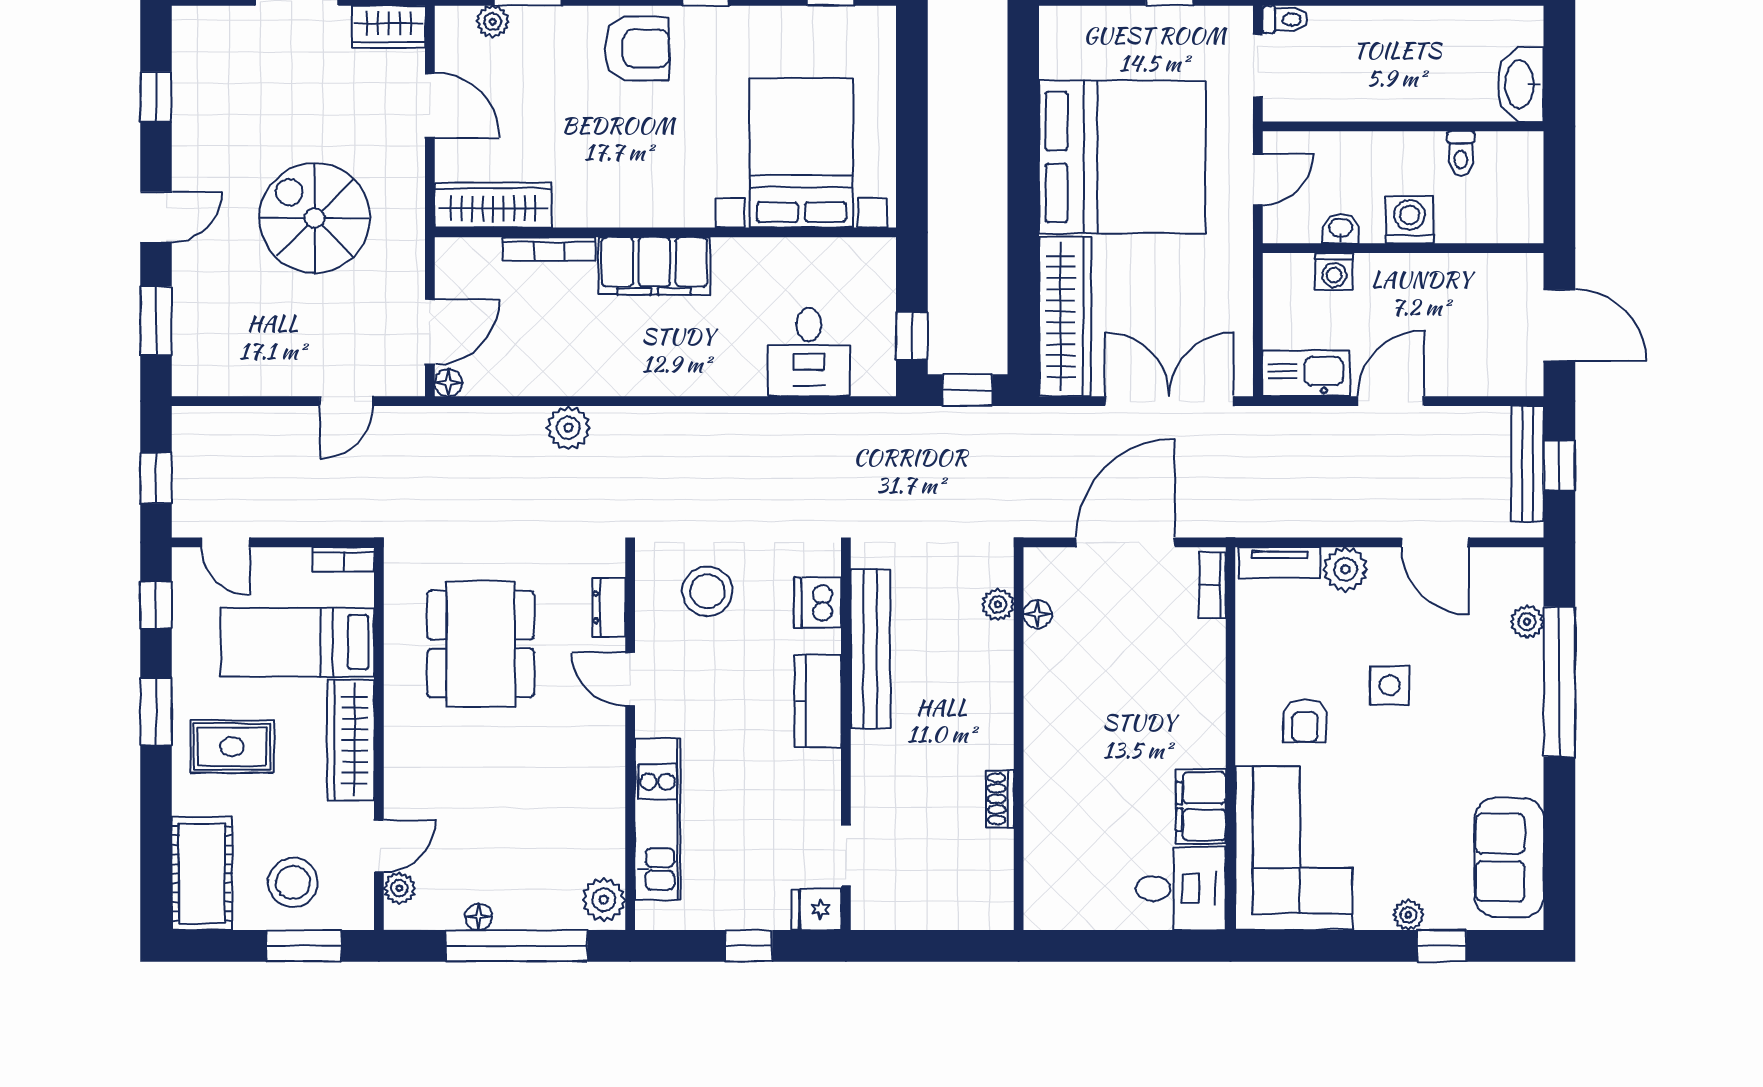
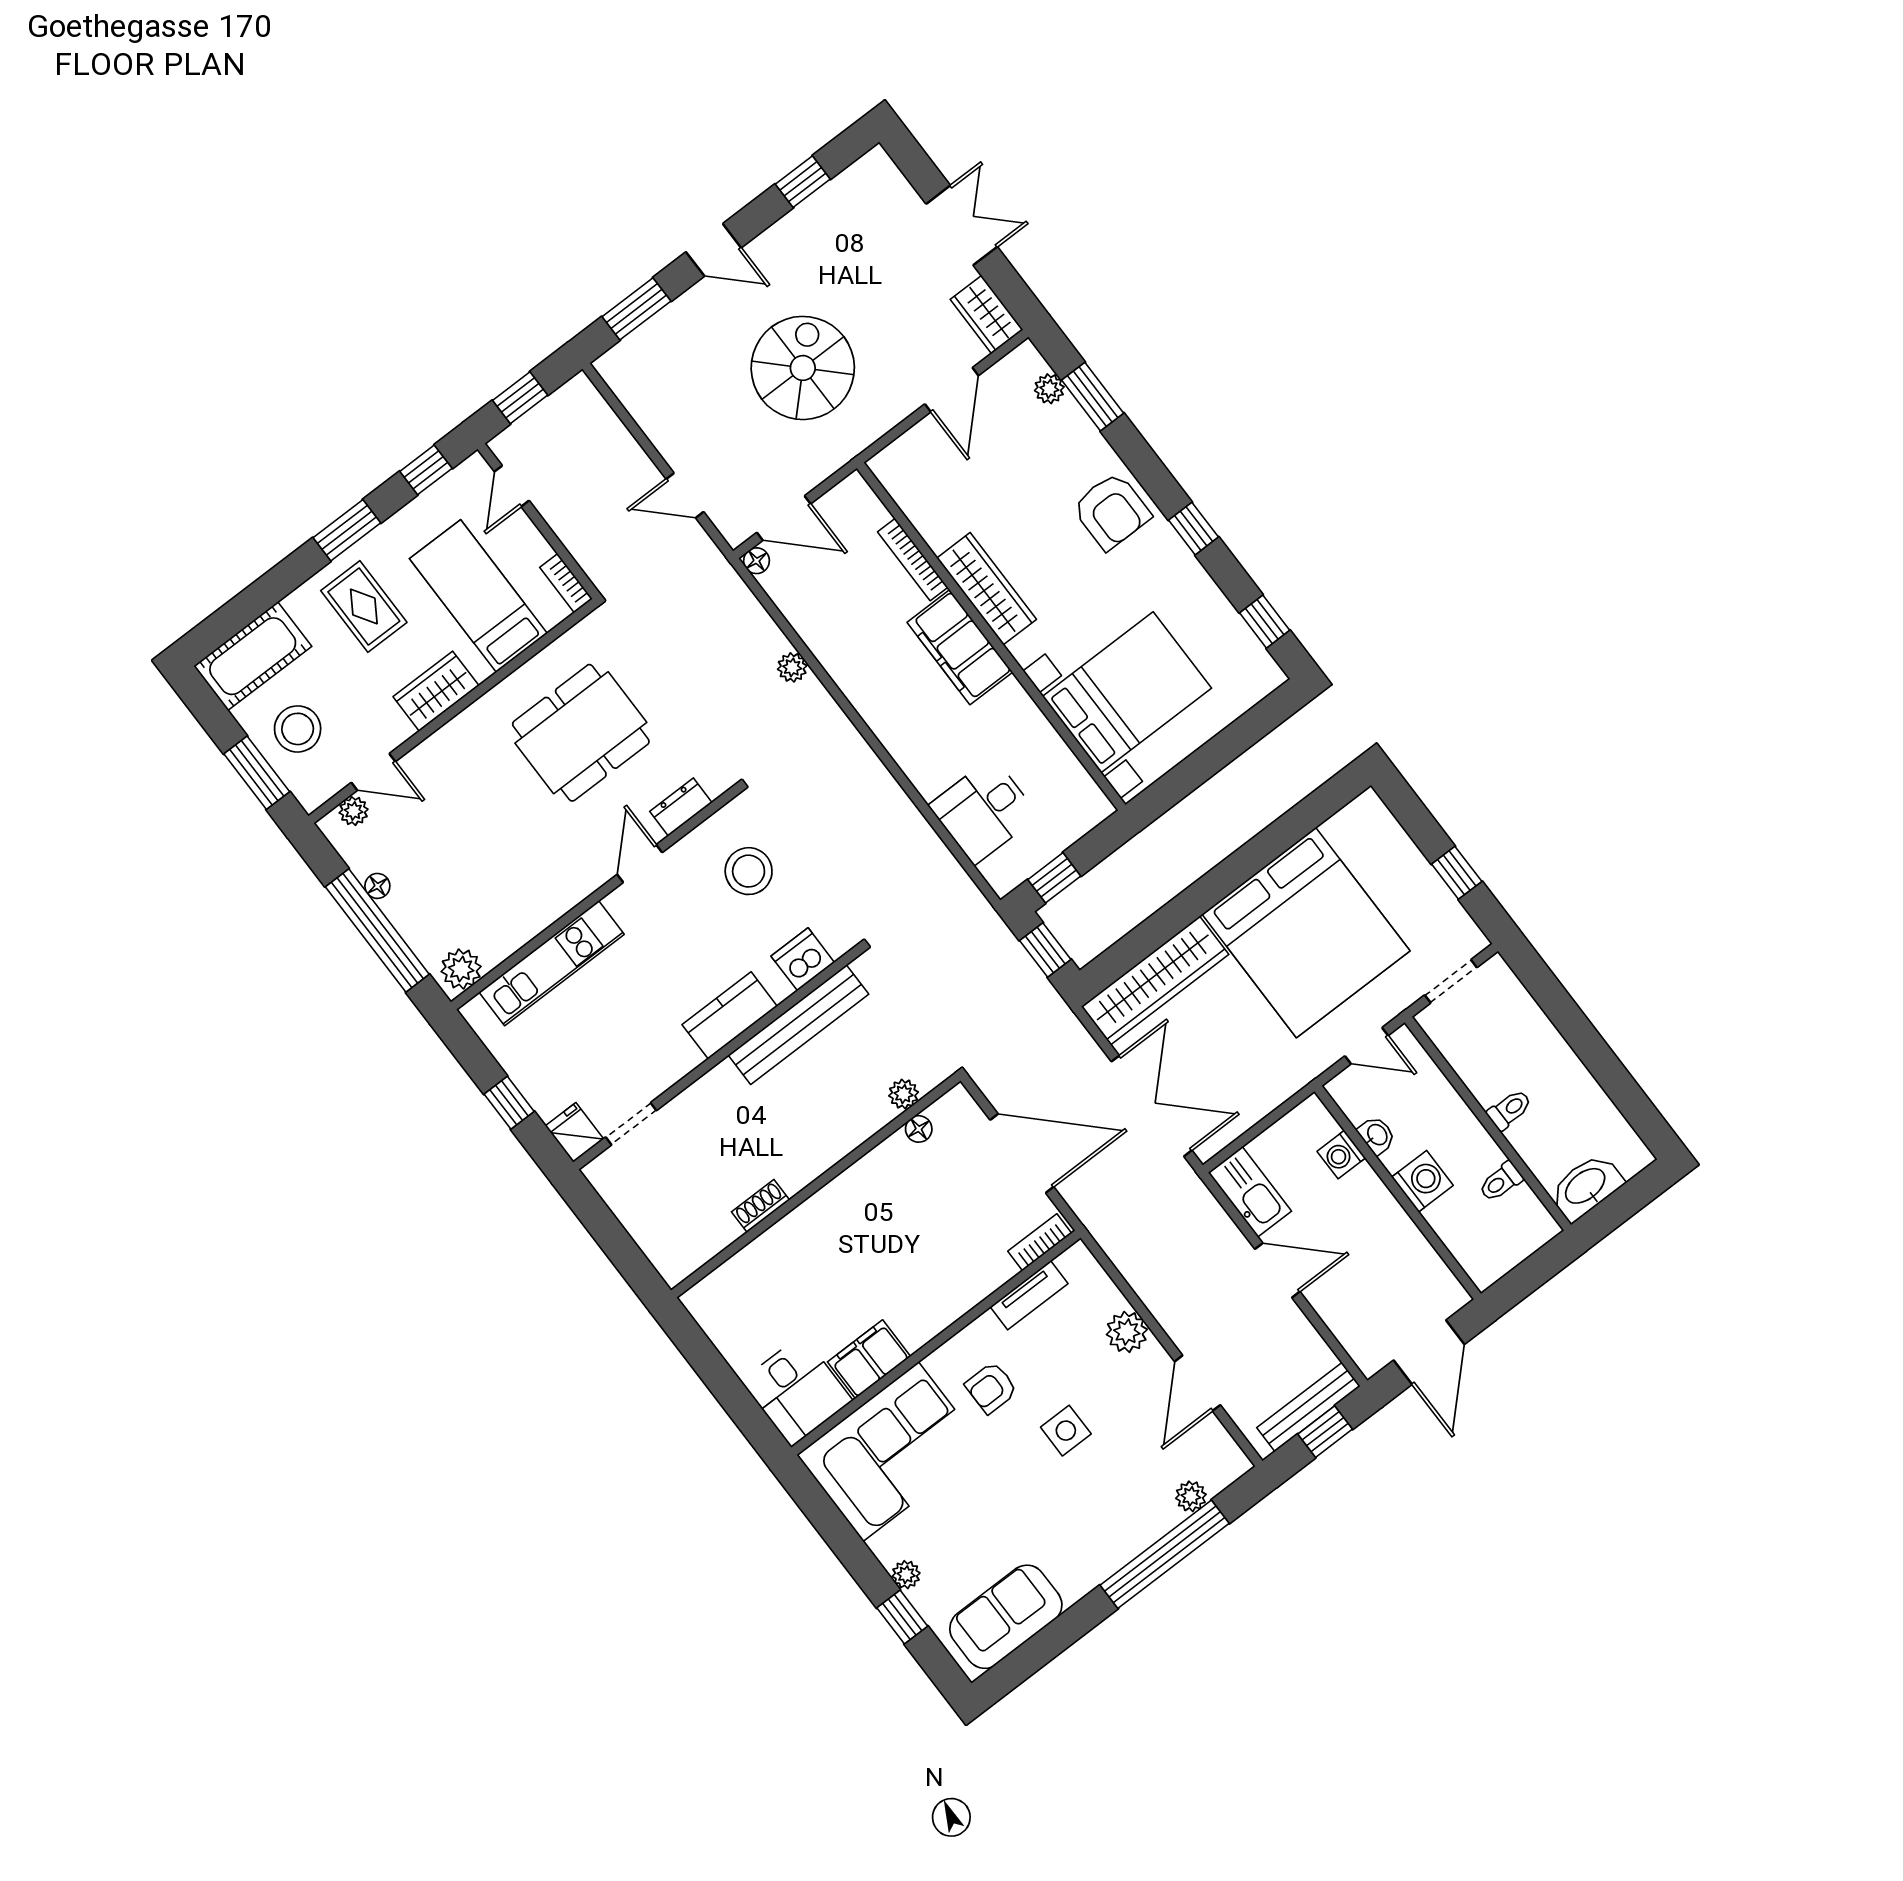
toilet: (1285, 20) -> (1509, 1110), moved, turned -90
wardrobe: (493, 205) -> (987, 589), moved
plant: (568, 428) -> (792, 667), width x0.73, depth x0.73
tv unit: (1279, 563) -> (1029, 1295), moved, turned -90
wardrobe: (351, 740) -> (436, 691), width x0.67

